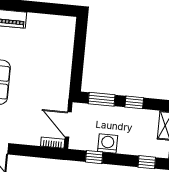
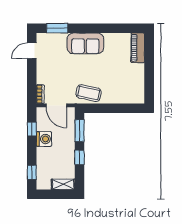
coffee table: (57, 84) -> (89, 93), added
door: (68, 124) -> (56, 105), swing flipped

